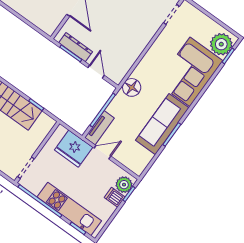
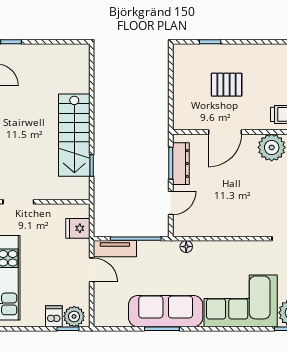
floor lamp: (132, 87) -> (186, 247), width x0.53, depth x0.53
fridge: (74, 149) -> (78, 228), width x0.53, depth x0.75

